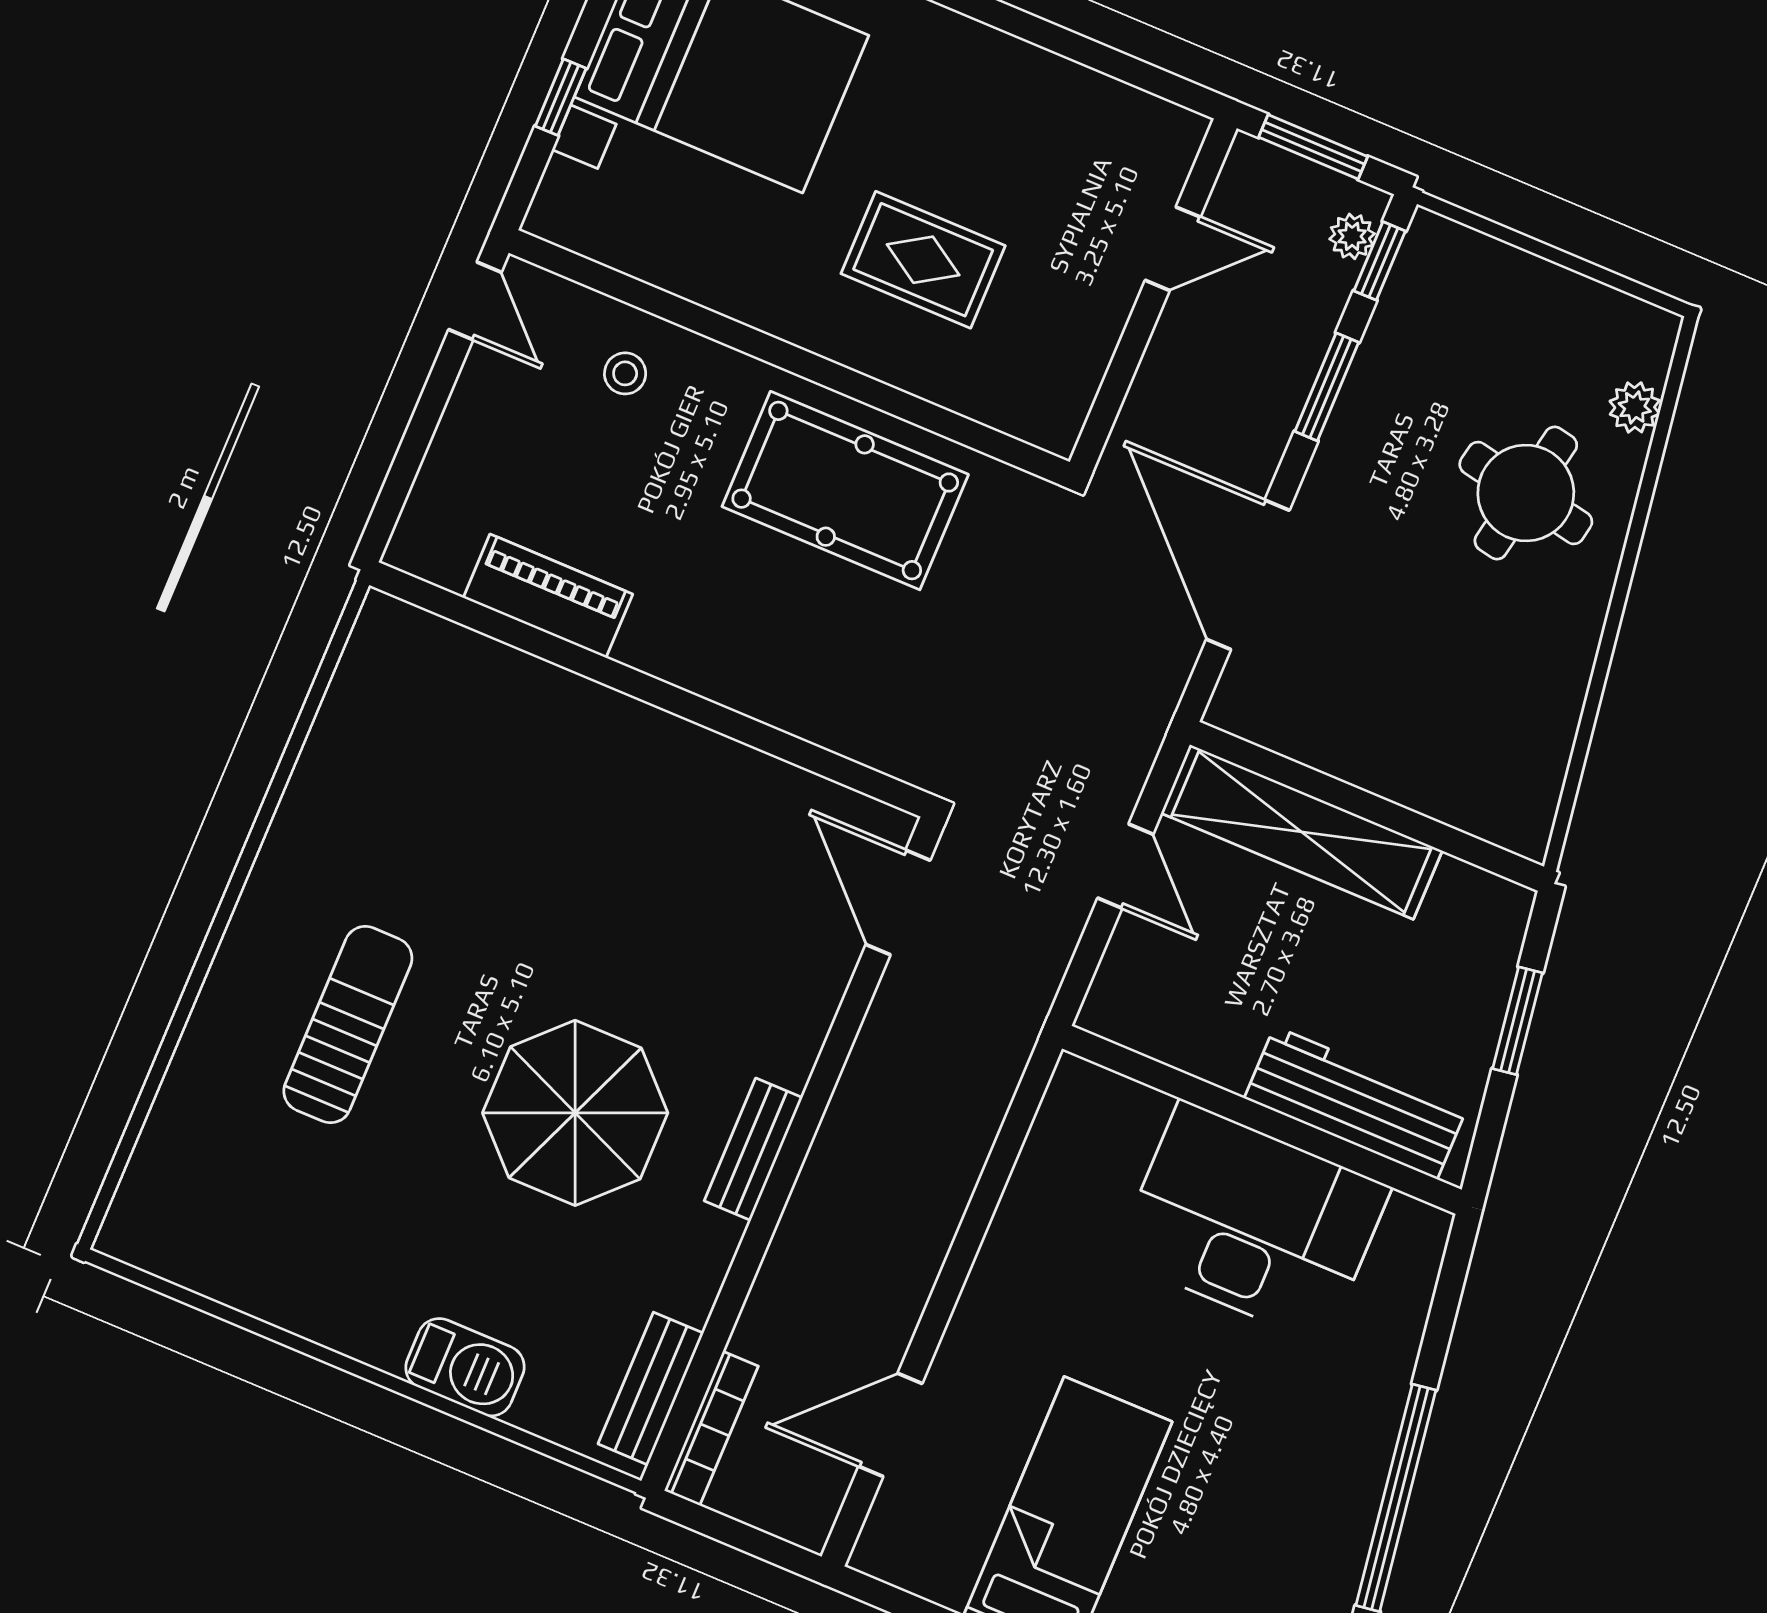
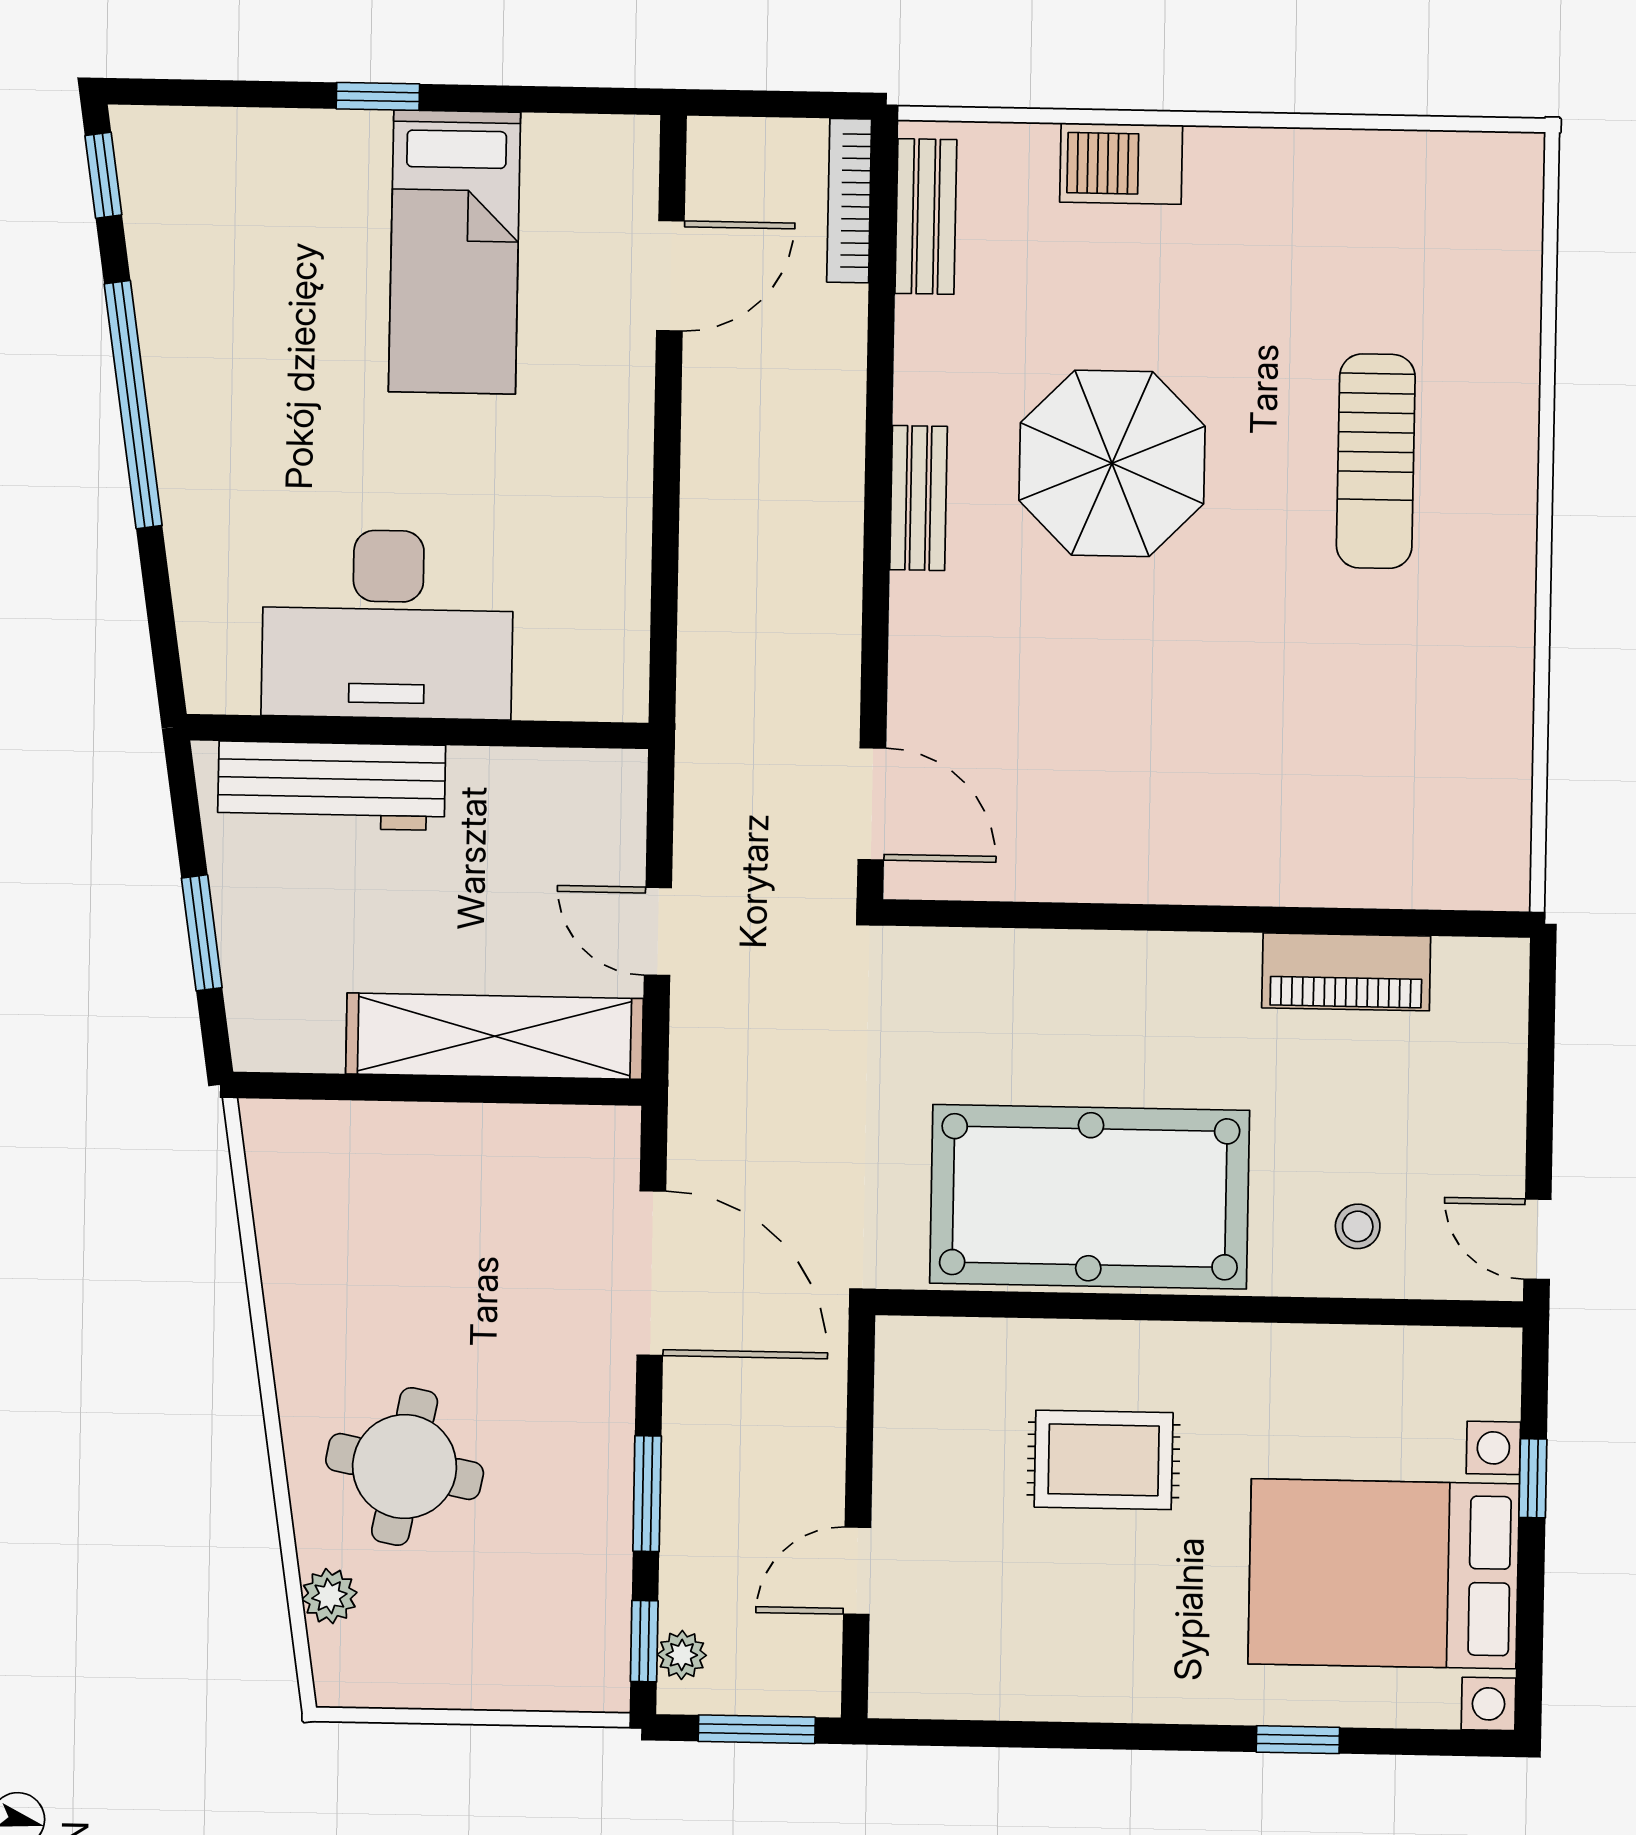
pool table: (845, 491) -> (1090, 1197), width x1.36, depth x1.32

